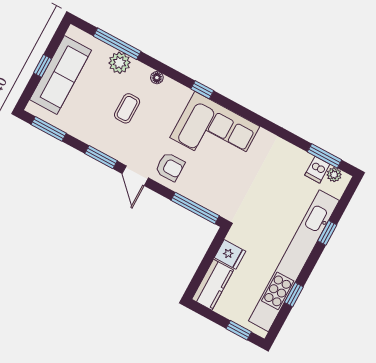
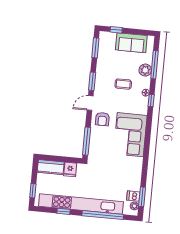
window: (42, 66) -> (116, 30), moved
sofa: (61, 75) -> (131, 43), width x0.73
window: (202, 90) -> (151, 100), moved
window: (327, 233) -> (103, 215), width x3.17

